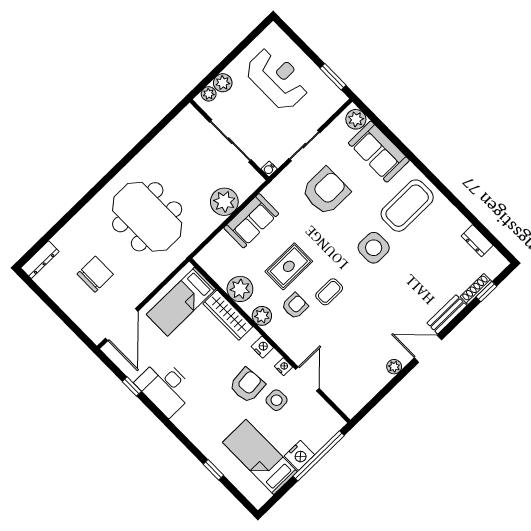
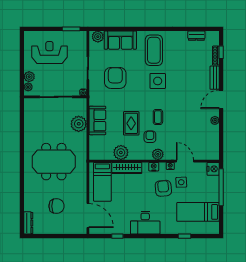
chair: (95, 274) -> (57, 206), turned 90
plant: (262, 316) -> (158, 154), moved
desk: (165, 387) -> (145, 223), moved
nightstand: (299, 455) -> (213, 169), moved

